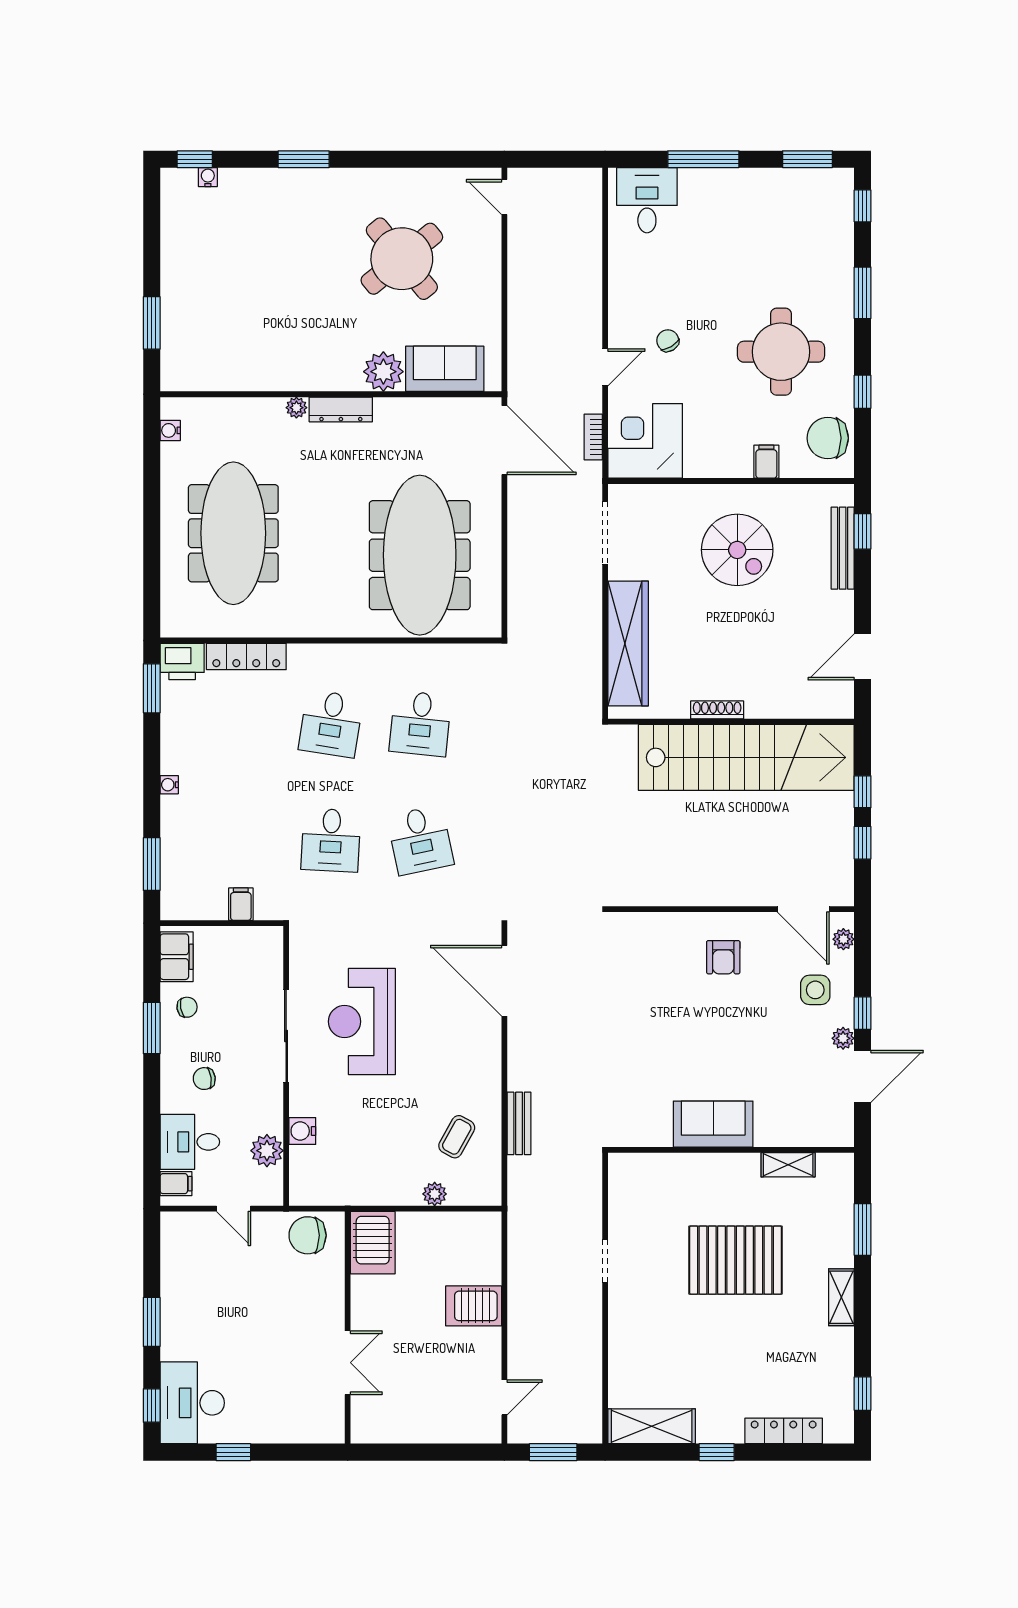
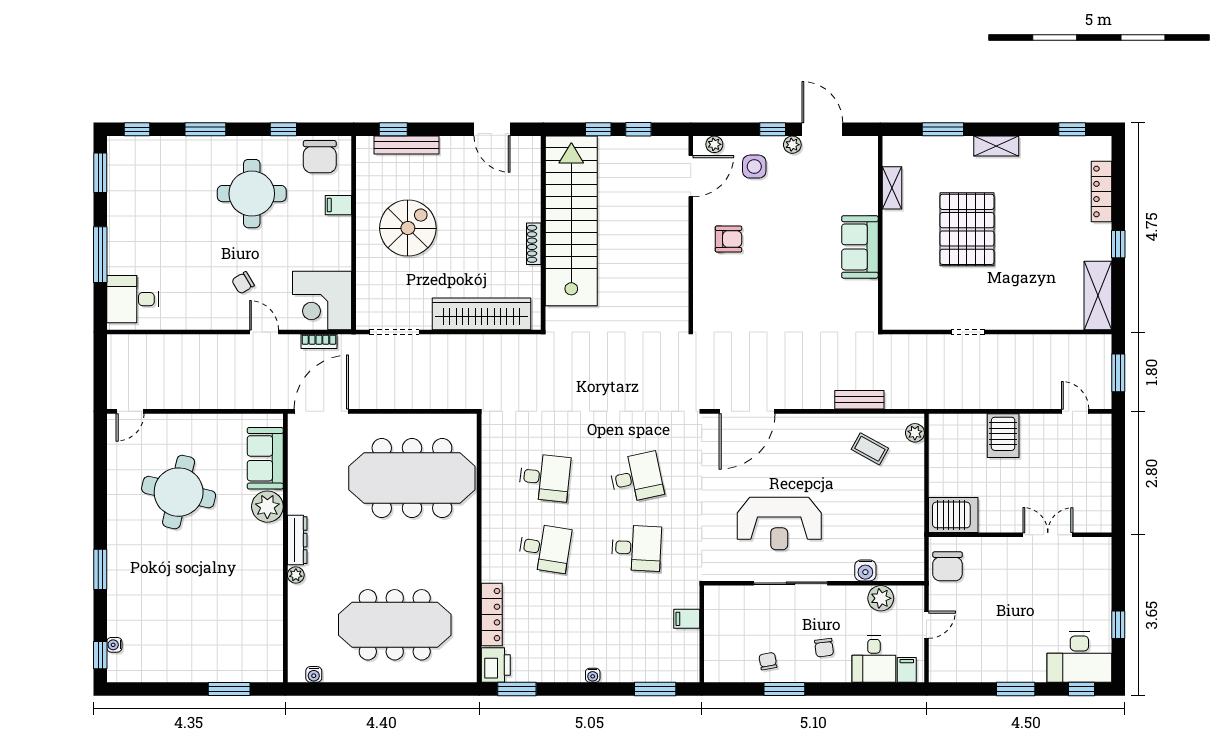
round table: (402, 259) -> (179, 492), turned -38
filing cabinet: (177, 957) -> (728, 669), removed
plant: (435, 1194) -> (915, 433), moved

